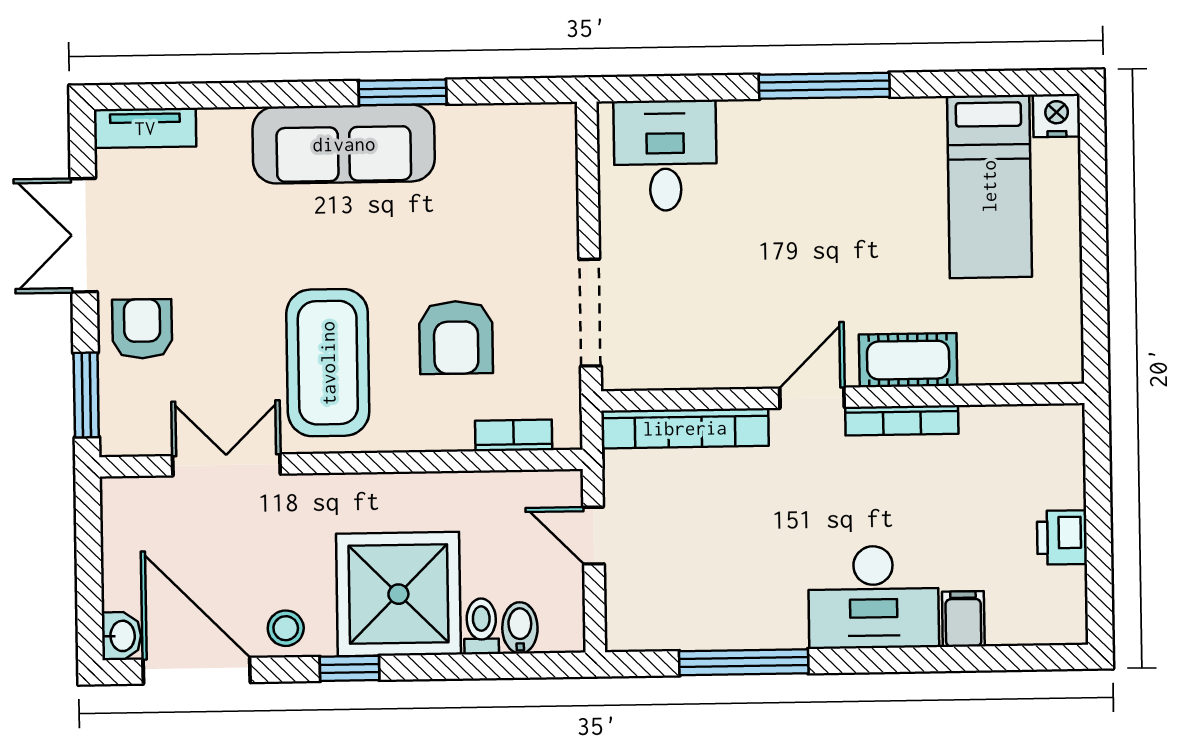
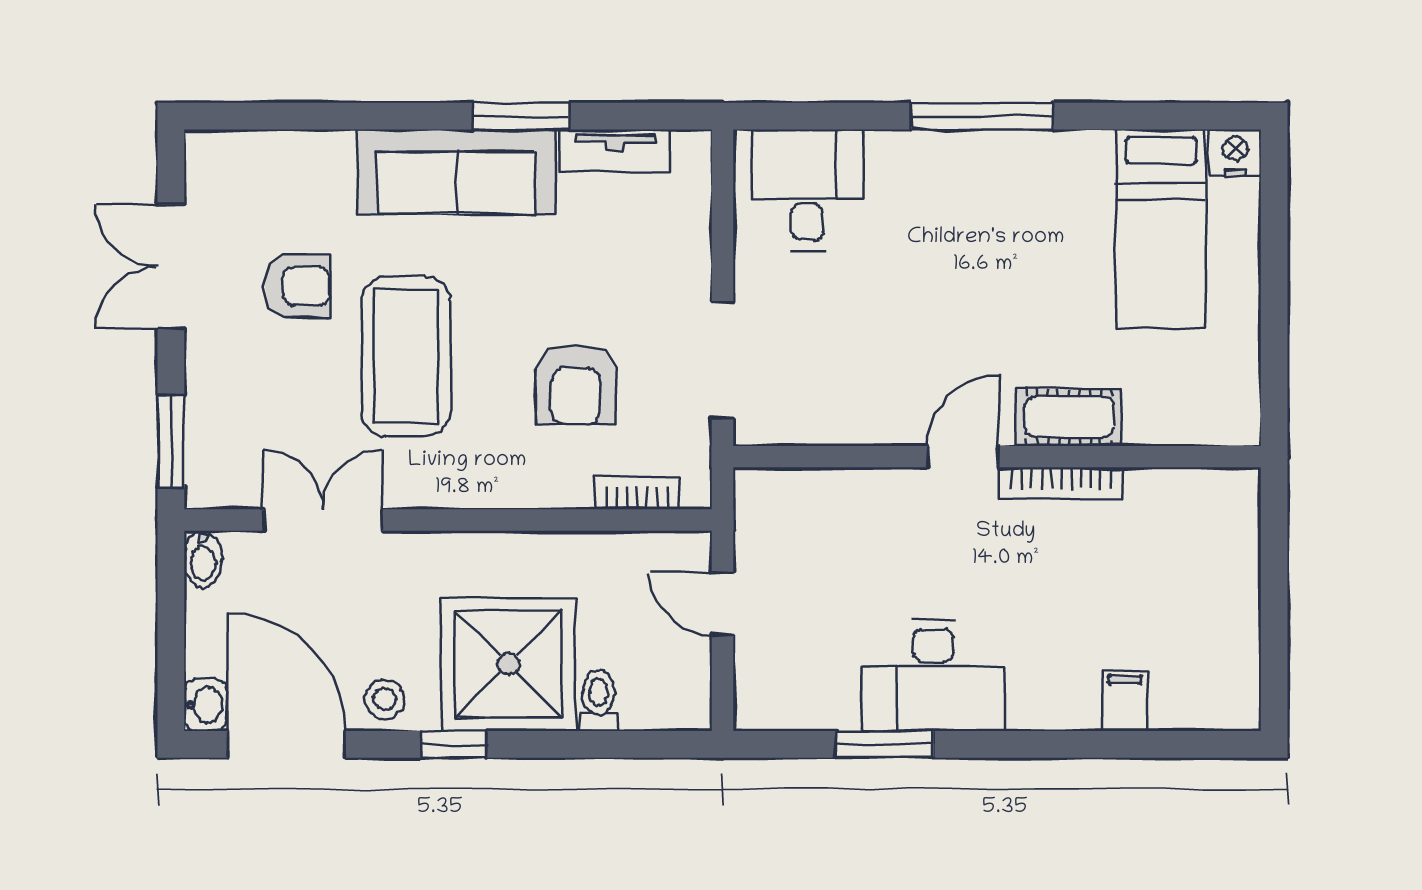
tv unit: (145, 128) -> (615, 151), moved
armchair: (142, 329) -> (297, 286), moved, turned 90
coffee table: (328, 363) -> (406, 356), moved
bookcase: (685, 428) -> (824, 488), removed
printer: (1062, 537) -> (1234, 614), removed
desk: (873, 597) -> (933, 675), moved
bidet: (520, 628) -> (203, 559), moved, turned 180
window: (744, 662) -> (884, 744), width x0.69

